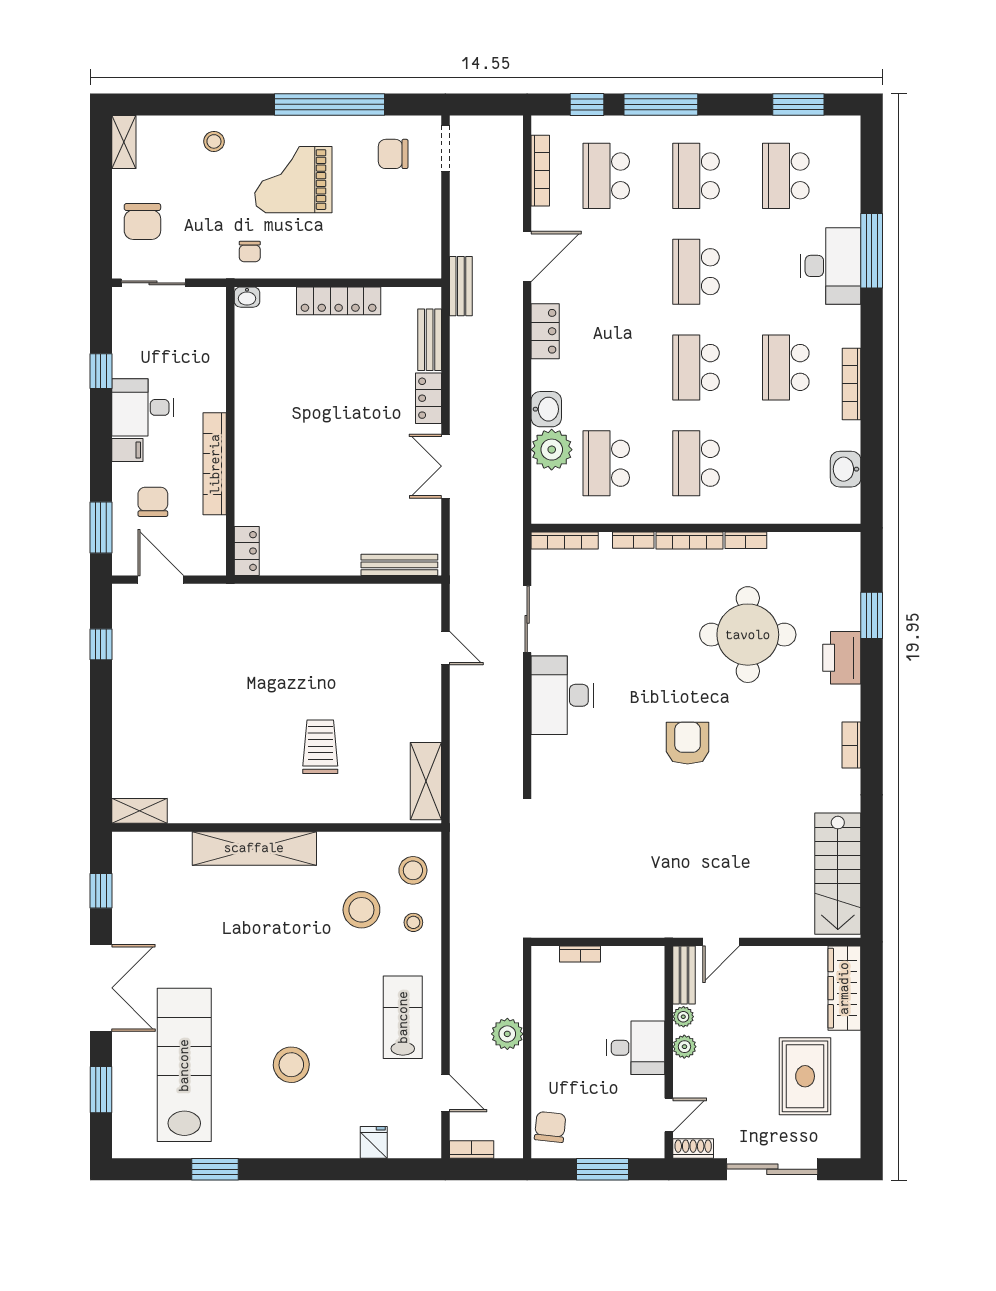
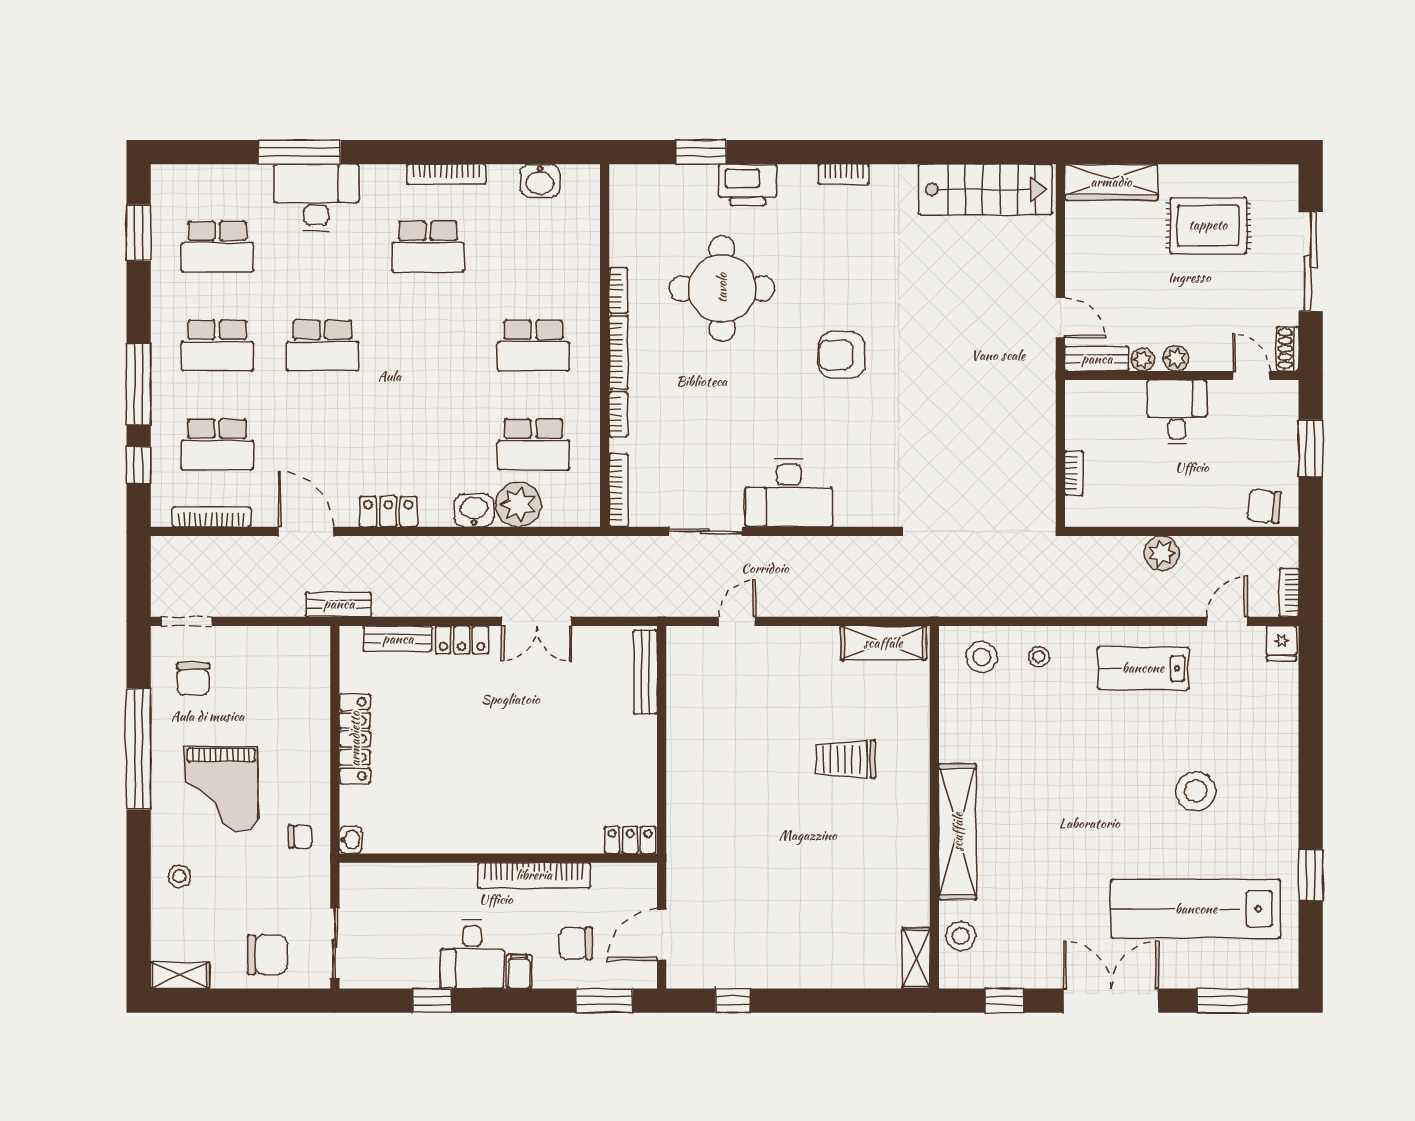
school desk: (696, 367) -> (428, 346), removed
stool: (361, 910) -> (961, 936), moved, width x0.73, depth x0.73
fridge: (374, 1142) -> (1281, 643), moved, turned -90

